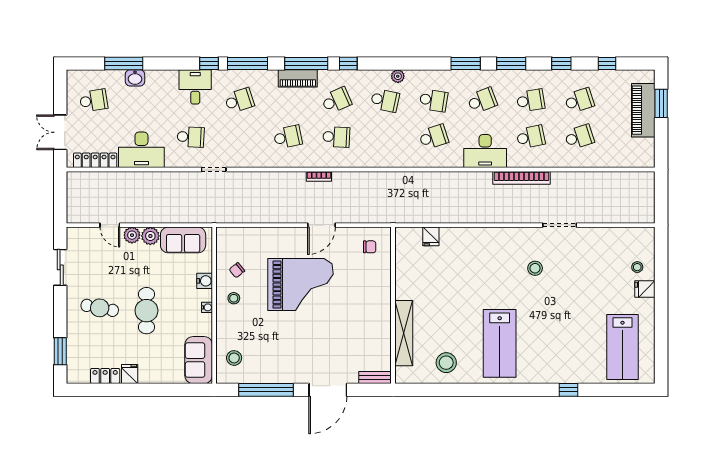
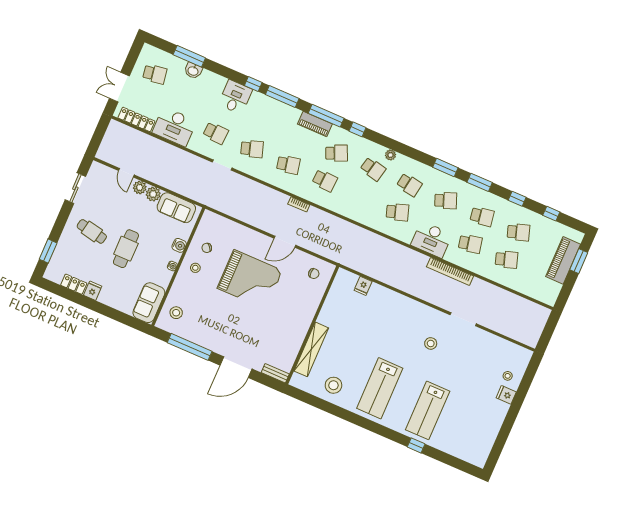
school desk: (239, 100) -> (252, 149), moved
lab bench: (622, 347) -> (428, 410), moved

